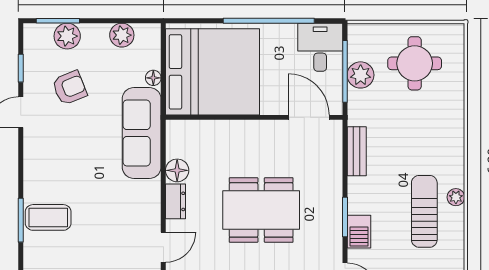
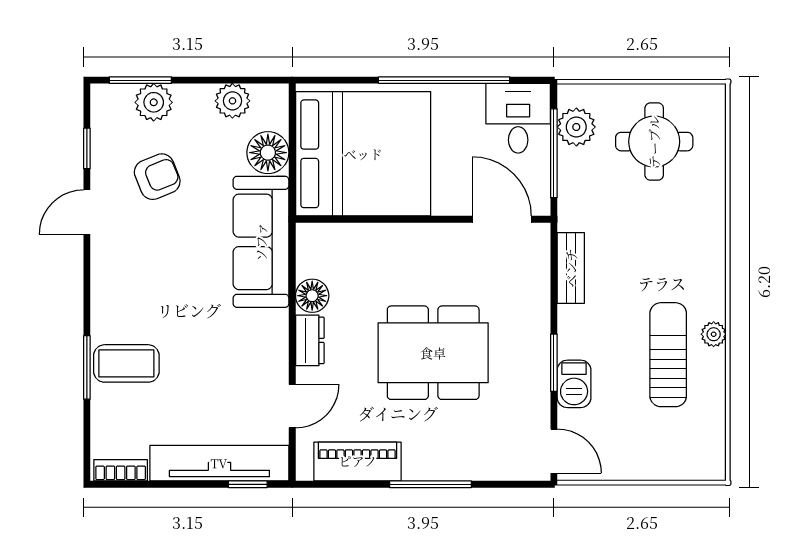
plant: (361, 75) -> (576, 127), moved
floor lamp: (153, 78) -> (268, 153), width x1.89, depth x1.89

